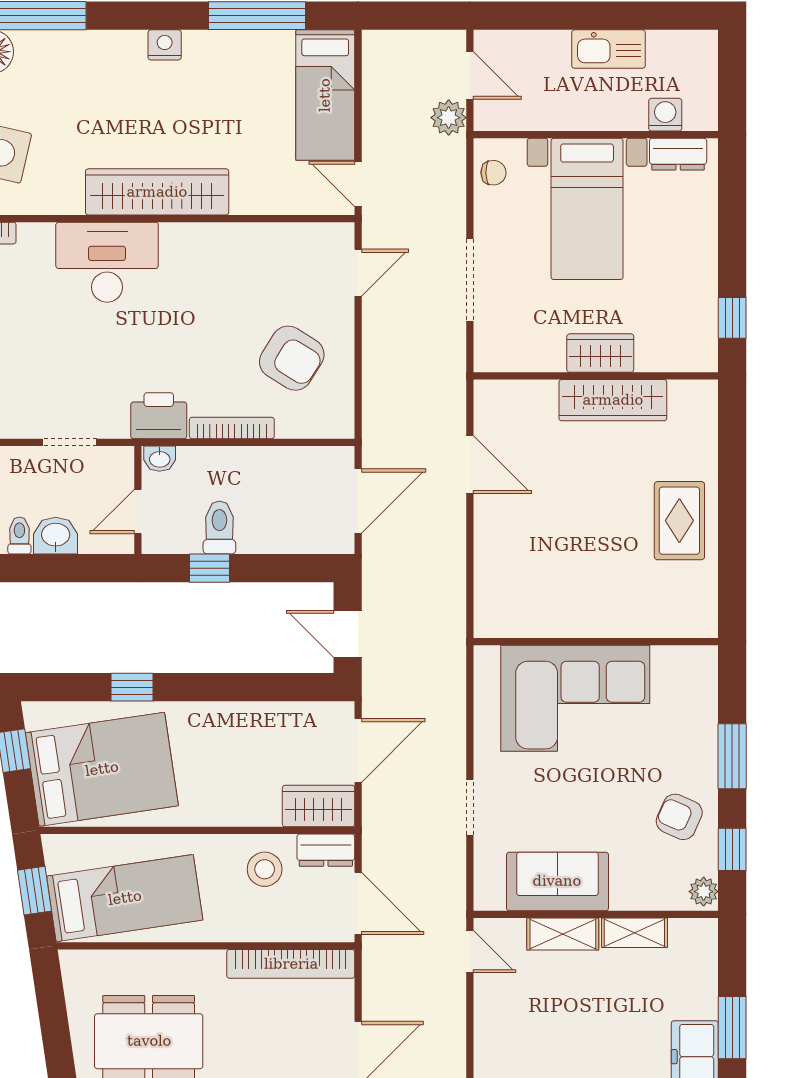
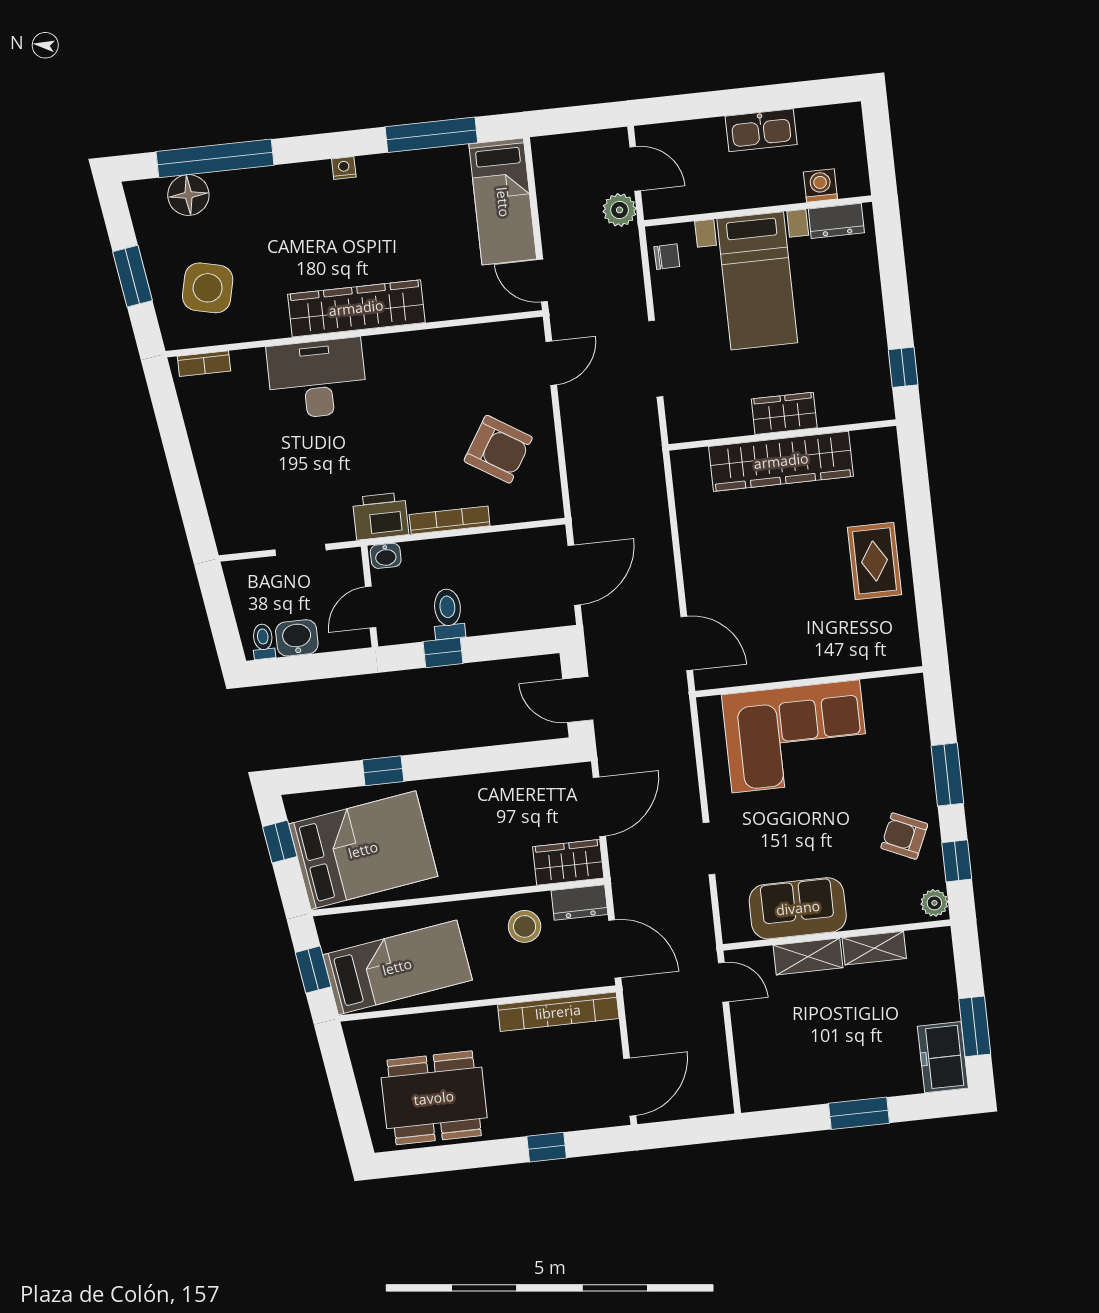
nightstand: (165, 45) -> (344, 168), width x0.72, depth x0.74
wardrobe: (613, 400) -> (781, 461), width x1.40, depth x1.17
door: (470, 465) -> (687, 643), moved

